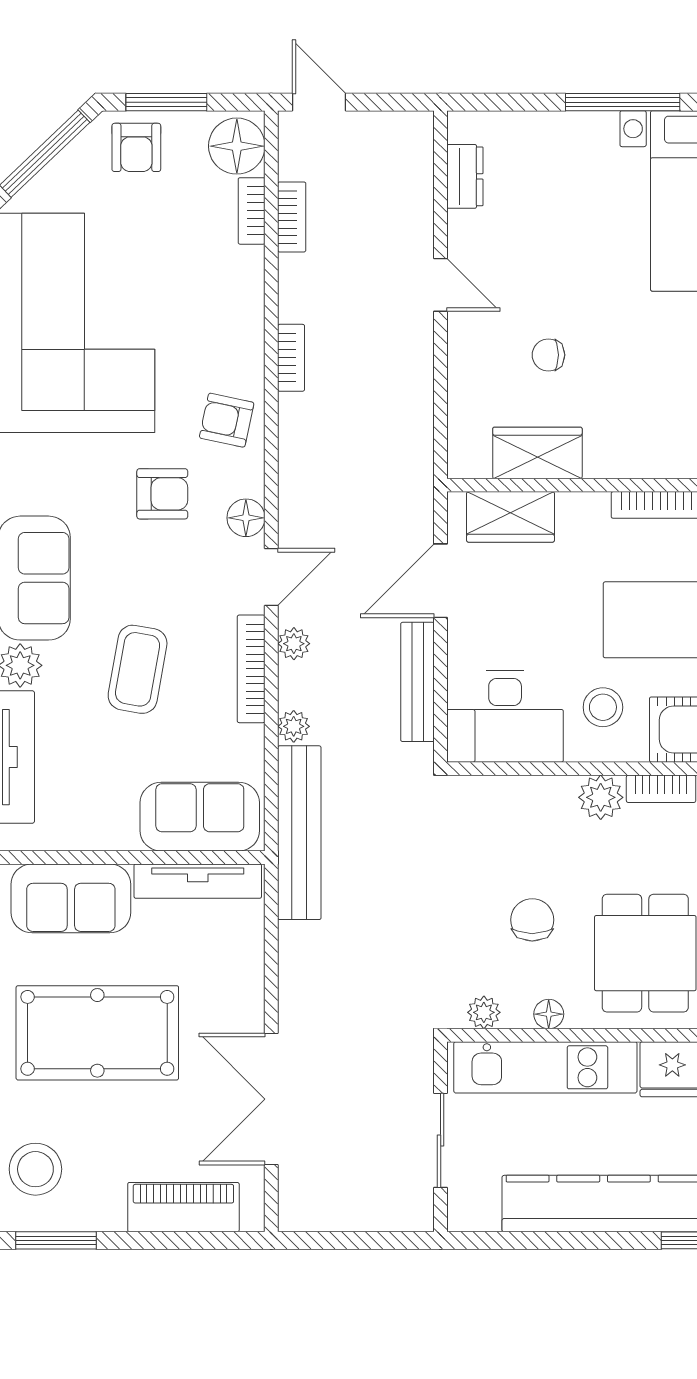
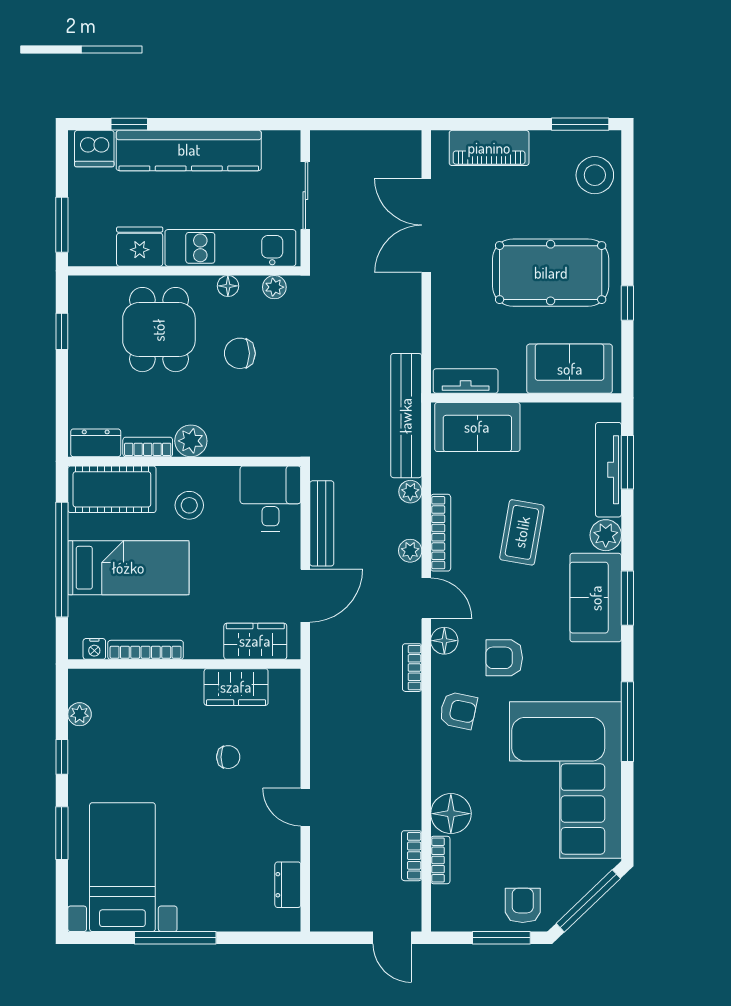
floor lamp: (237, 146) -> (451, 814), moved
bookcase: (291, 358) -> (412, 668), moved
door: (271, 577) -> (426, 598), swing flipped
desk: (505, 717) -> (270, 499), width x0.73
tv unit: (198, 881) -> (466, 381), width x0.71
chair: (532, 920) -> (240, 353), turned 90
double door: (271, 1099) -> (426, 225), swing flipped

